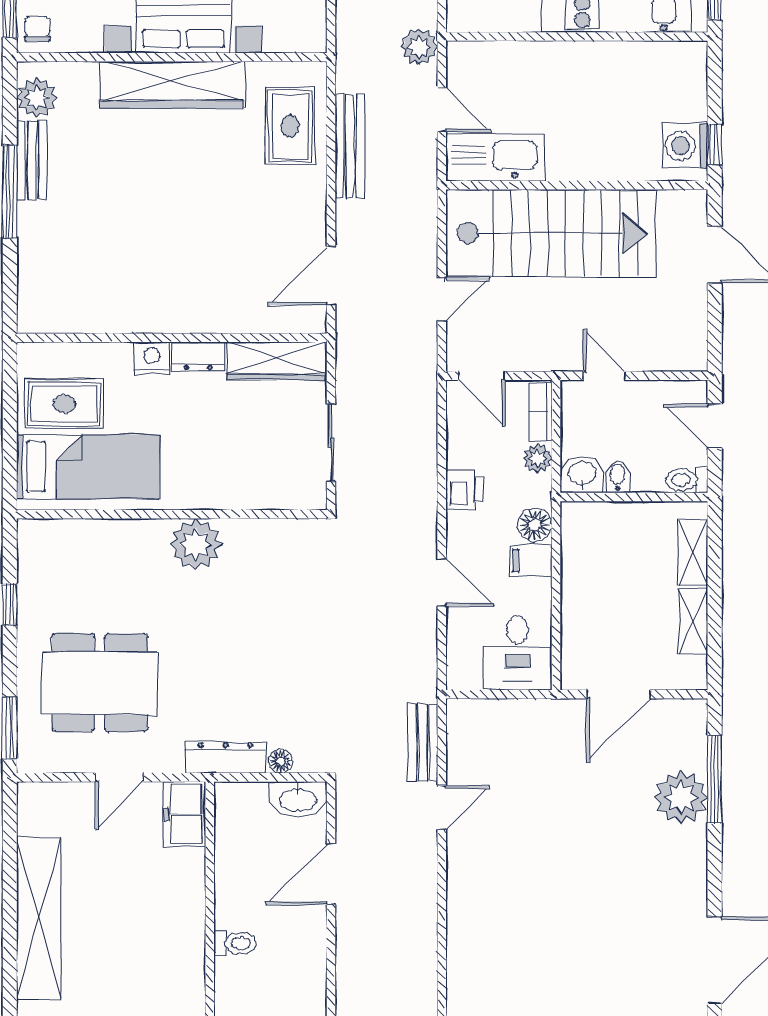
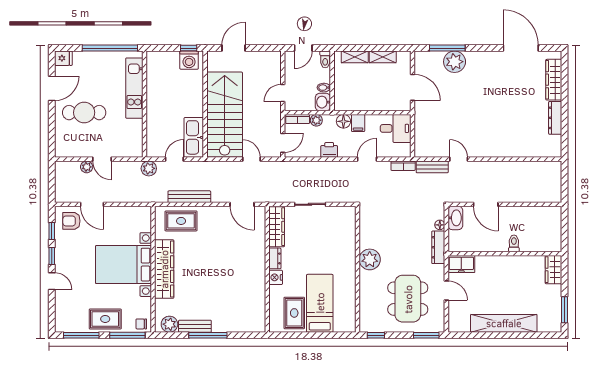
wall: (172, 514) -> (357, 269), moved
plant: (196, 544) -> (370, 259), moved
bookcase: (426, 671) -> (403, 166), added

